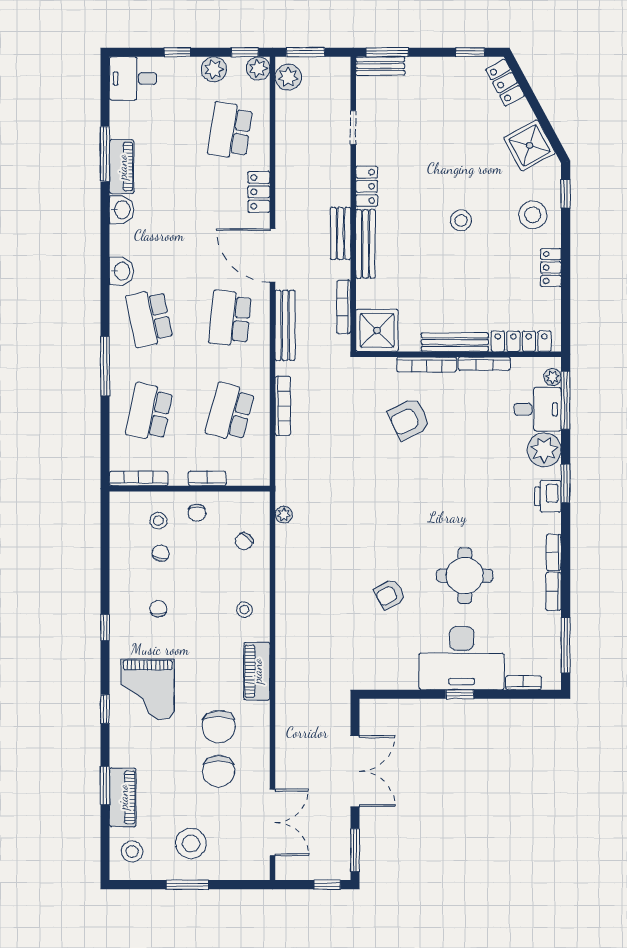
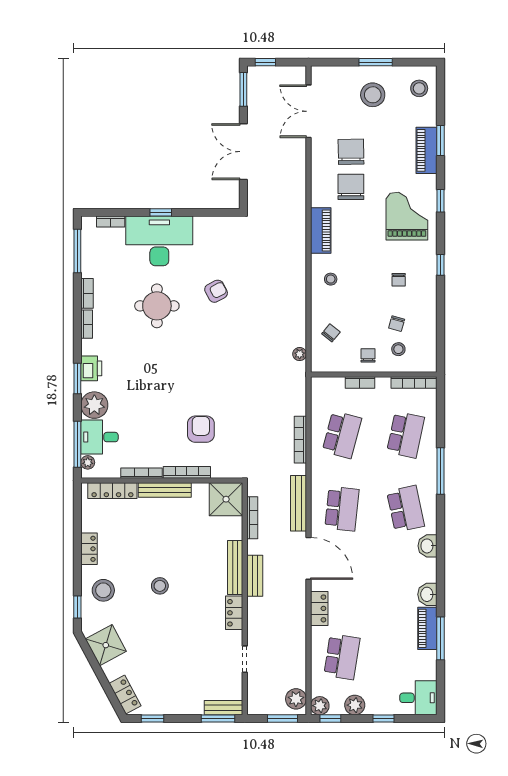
armchair: (409, 419) -> (201, 429), turned -64
piano: (123, 797) -> (427, 150), moved

